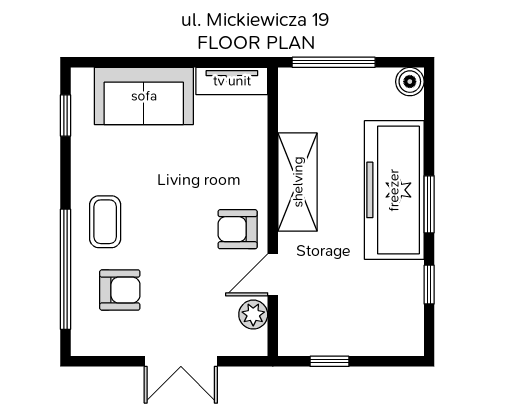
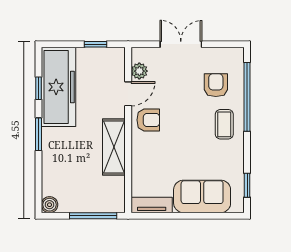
freezer: (394, 190) -> (58, 87), moved
armchair: (120, 290) -> (216, 85), turned 90

